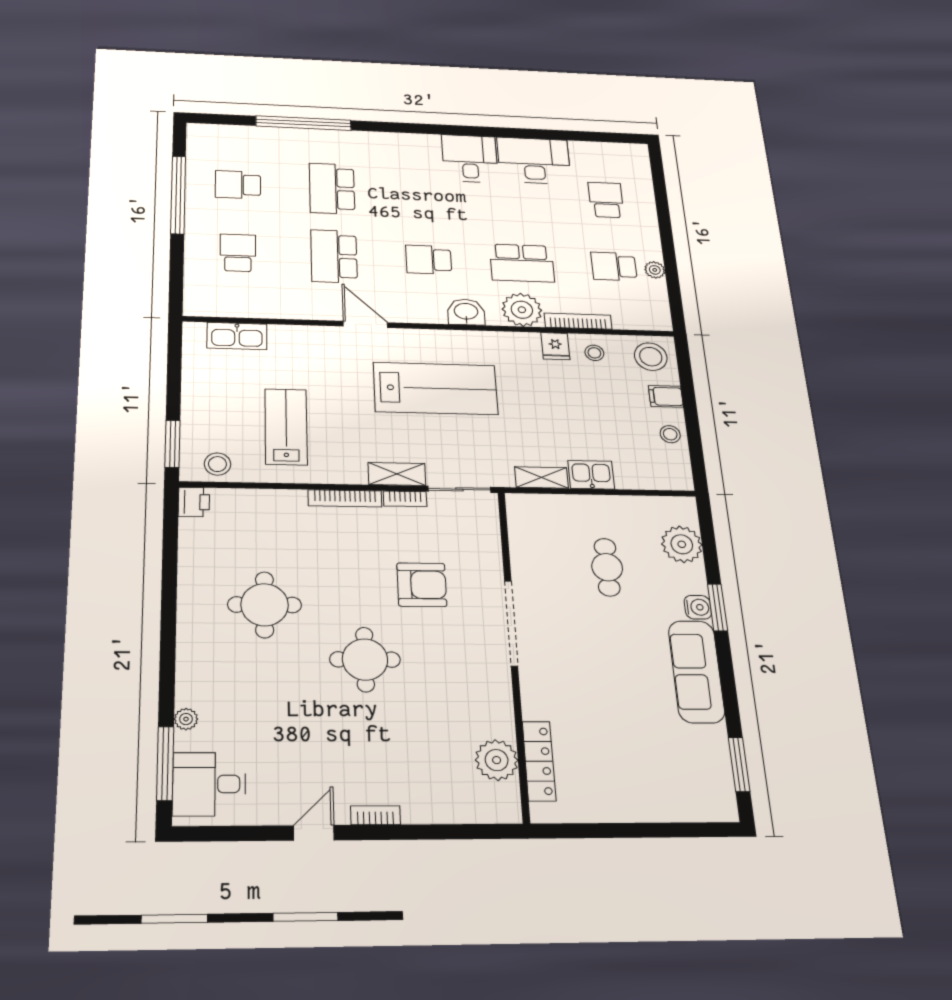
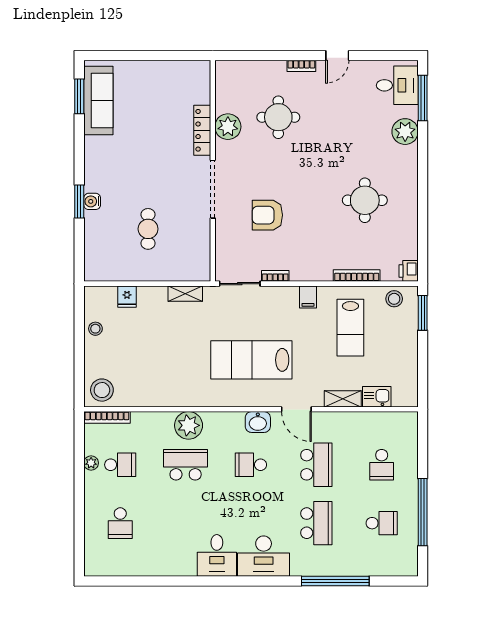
desk: (534, 161) -> (264, 556), moved
school desk: (429, 260) -> (251, 465), turned 180
washbasin: (466, 312) -> (258, 422), moved
bookcase: (578, 321) -> (107, 417), moved
kitchen sink: (237, 336) -> (377, 397), width x0.73
fridge: (555, 346) -> (127, 297), moved, turned 180
stool: (594, 353) -> (141, 392), removed
filing cabinet: (666, 396) -> (308, 297), moved, turned 90
shelving: (397, 474) -> (343, 399), moved
kitchen sink: (591, 475) -> (152, 296), removed
bookcase: (345, 498) -> (357, 276), moved
plant: (682, 544) -> (97, 246), removed
round table: (365, 659) -> (278, 117), moved
sofa: (696, 671) -> (98, 101), moved
plant: (186, 719) -> (405, 132), width x1.88, depth x1.88
plant: (497, 760) -> (228, 127), moved
locker: (539, 761) -> (202, 130), moved

